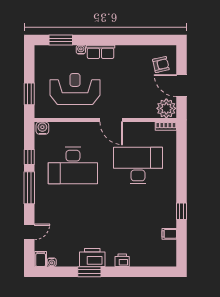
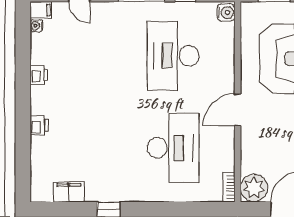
filing cabinet: (169, 234) -> (69, 192), width x2.00
printer: (92, 257) -> (39, 75), width x0.53, depth x0.68
window: (89, 272) -> (23, 79), removed

